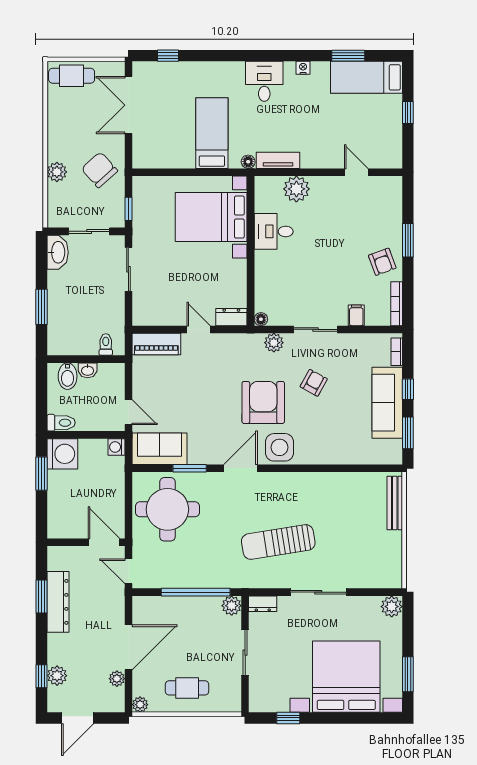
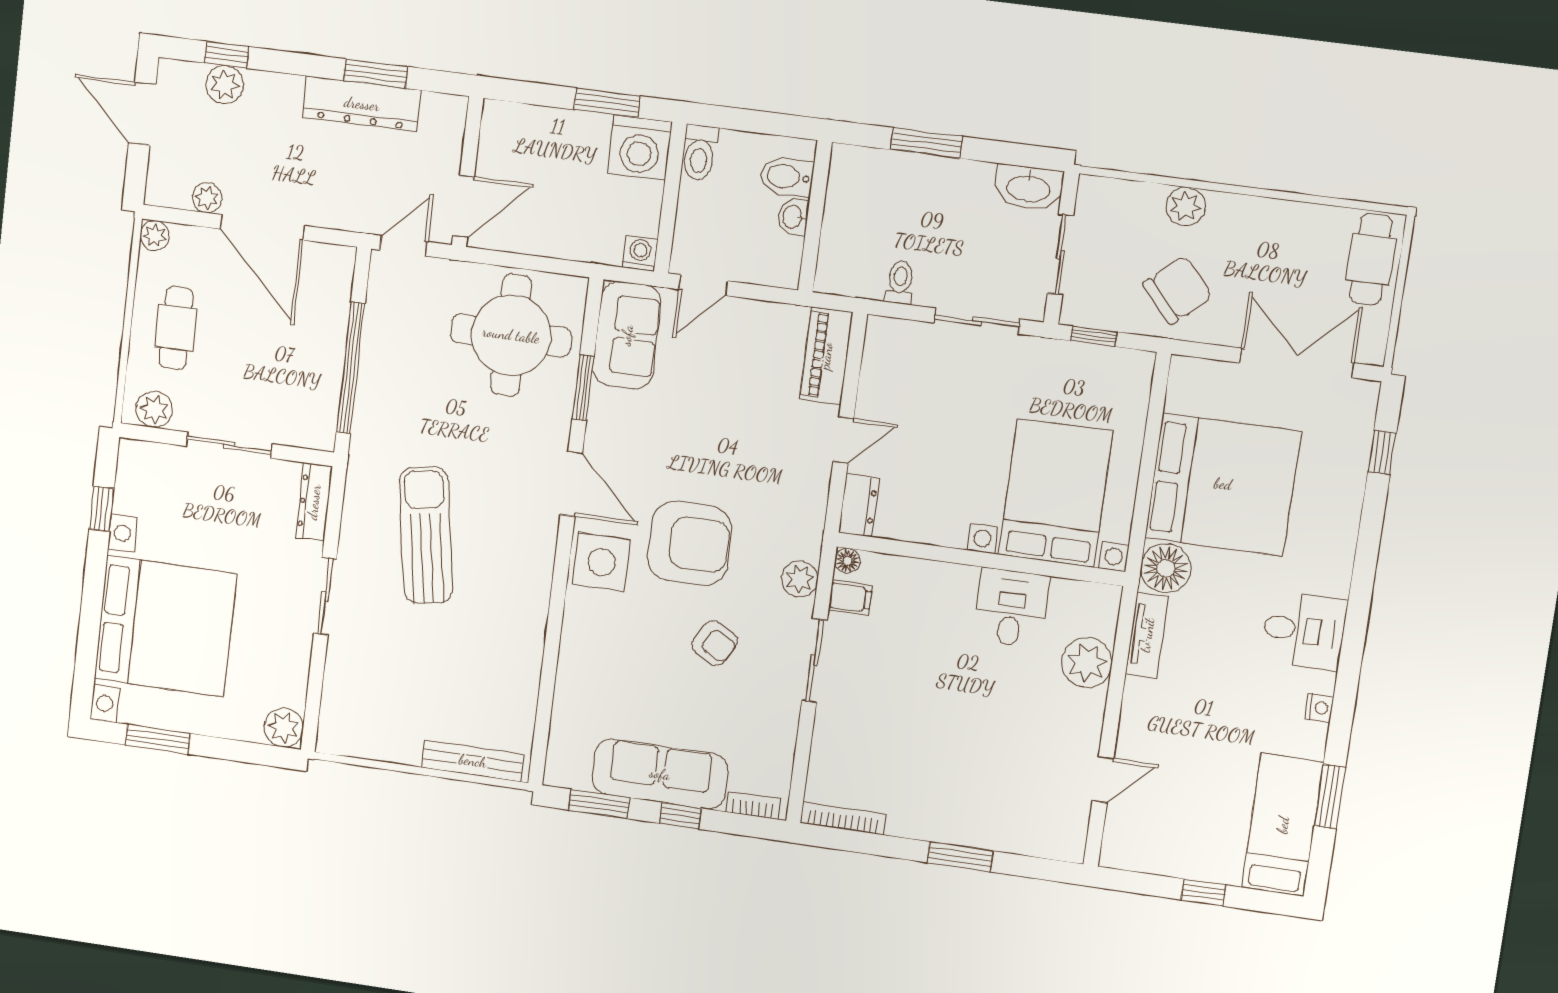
bed: (212, 133) -> (1223, 484), width x2.04
floor lamp: (248, 162) -> (1166, 568), width x1.89, depth x1.89
armchair: (382, 262) -> (926, 803), removed
filing cabinet: (356, 315) -> (850, 598), moved
toilet: (106, 344) -> (900, 282), moved, turned -90
sliding door: (318, 592) -> (325, 596), width x0.73
dresser: (263, 604) -> (314, 502), width x1.44
plant: (232, 606) -> (154, 409), moved

